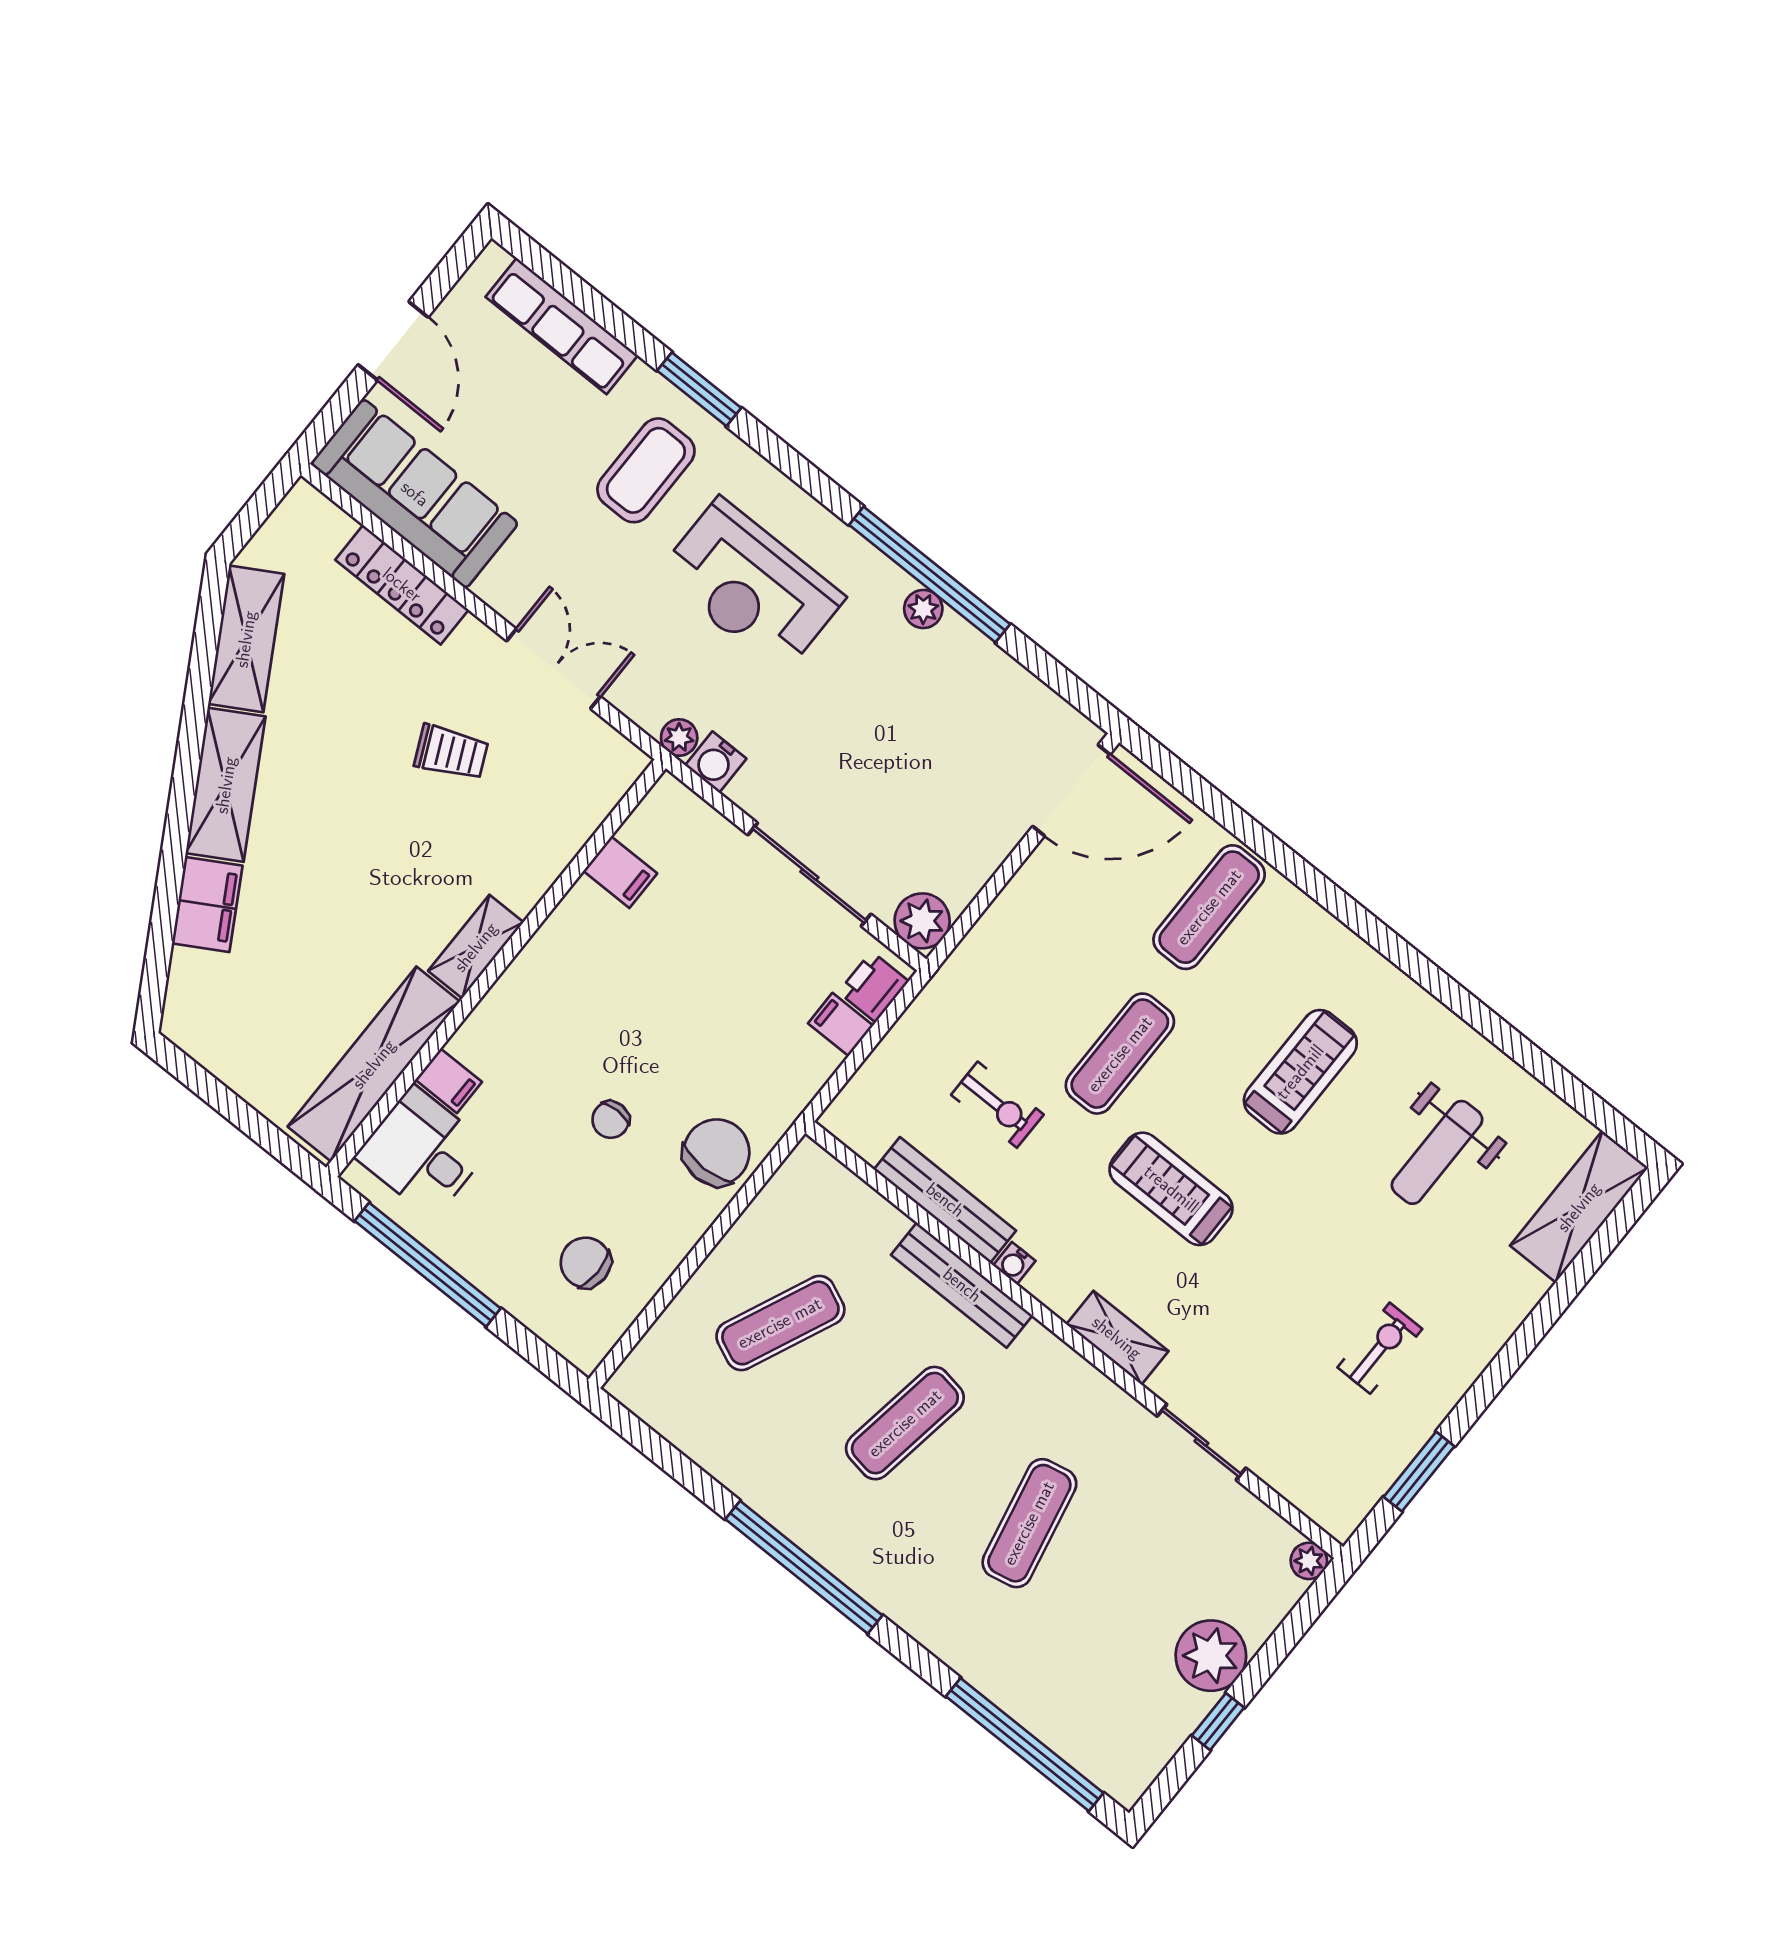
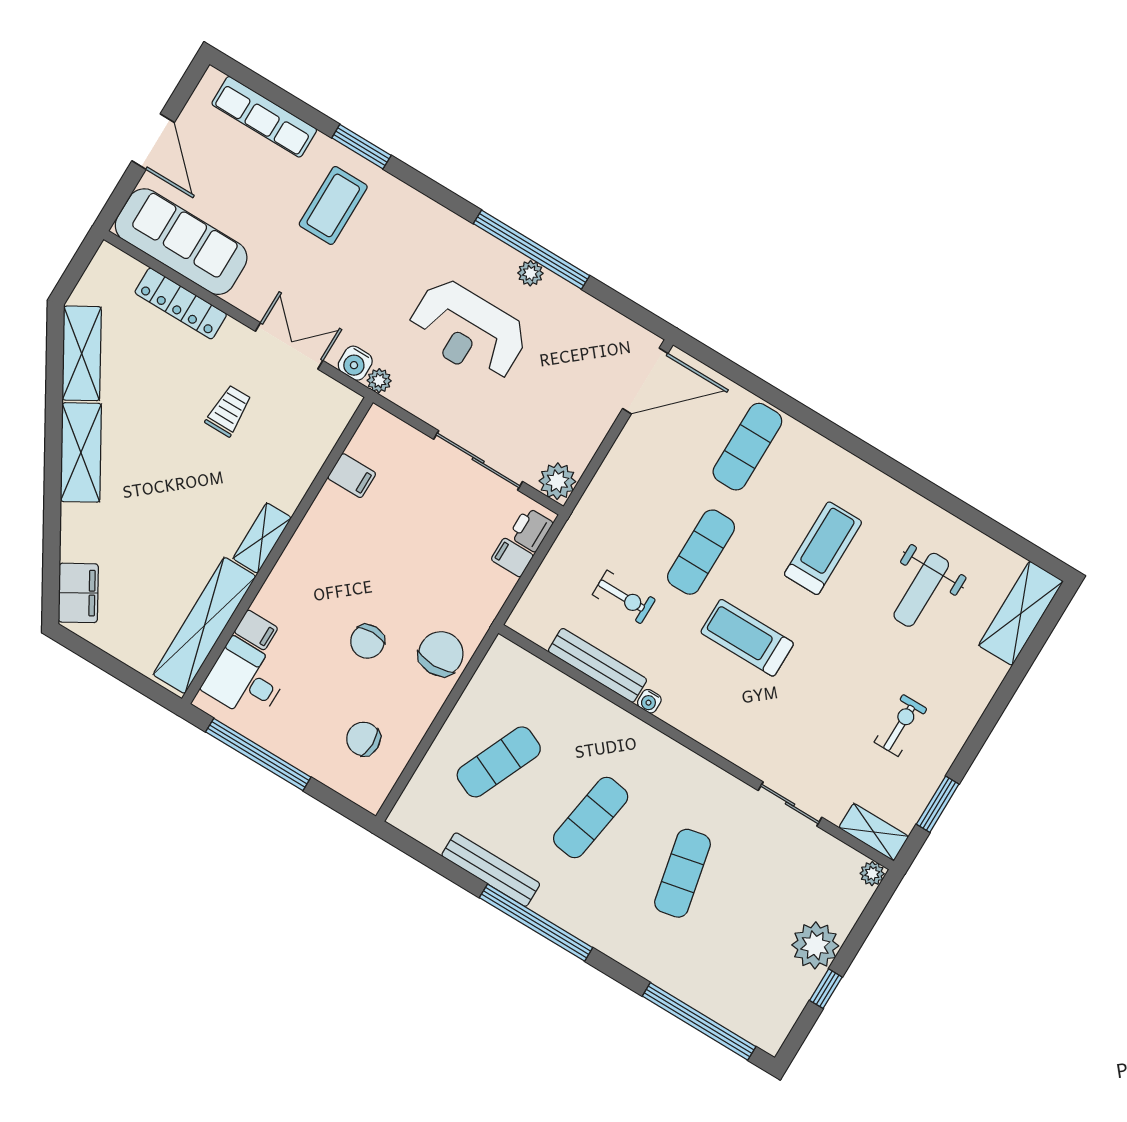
reception desk: (751, 586) -> (468, 331), moved
trolley: (451, 752) -> (229, 411), turned -65
water cooler: (716, 762) -> (355, 363), moved
filing cabinet: (207, 904) -> (78, 593), moved
chair: (611, 1120) -> (367, 642), width x1.37, depth x1.37
bench: (962, 1285) -> (491, 870), moved
shelving: (1117, 1338) -> (874, 832), moved

